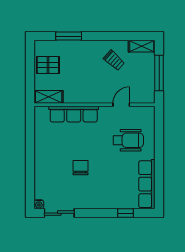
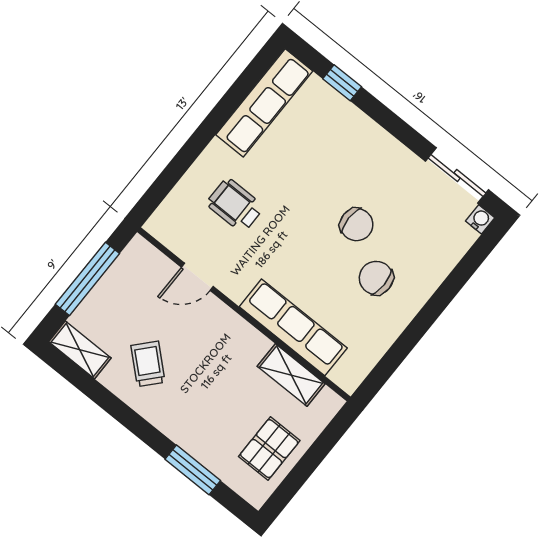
pallet: (48, 65) -> (269, 449), turned 90
shelving: (49, 97) -> (291, 375), moved
wheelchair: (128, 140) -> (235, 205), width x0.73, depth x0.73
chair: (59, 155) -> (376, 278), added
chair: (81, 168) -> (356, 225), turned -90

